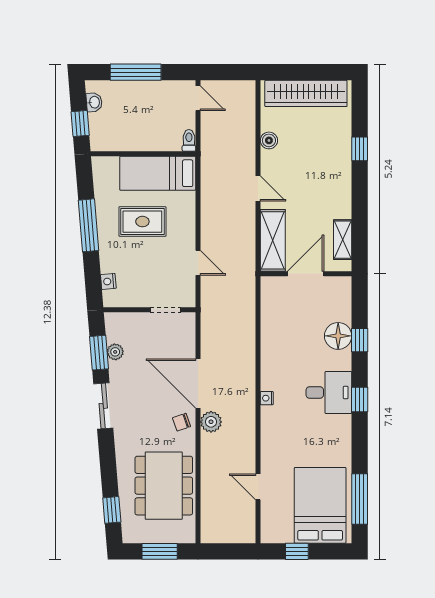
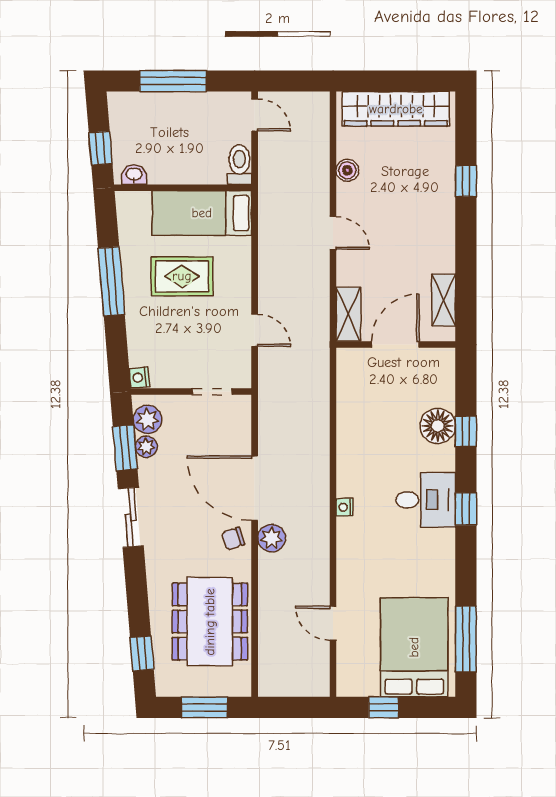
washbasin: (94, 102) -> (134, 175), moved, turned -85
toilet: (189, 140) -> (239, 165), width x1.37, depth x1.39
shelving: (273, 240) -> (348, 314), width x0.67, depth x0.75
nightstand: (108, 281) -> (139, 378), moved
plant: (116, 331) -> (147, 419), added

